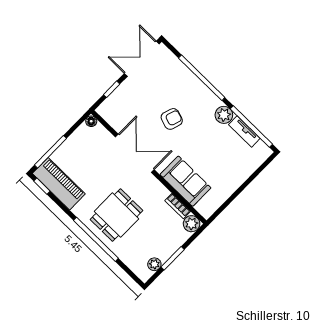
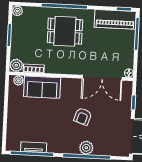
plant: (224, 115) -> (86, 148), moved
double door: (135, 153) -> (102, 78), moved
plant: (202, 208) -> (18, 80), added
dining table: (116, 215) -> (65, 31), turned 90
plant: (154, 264) -> (17, 11), moved

